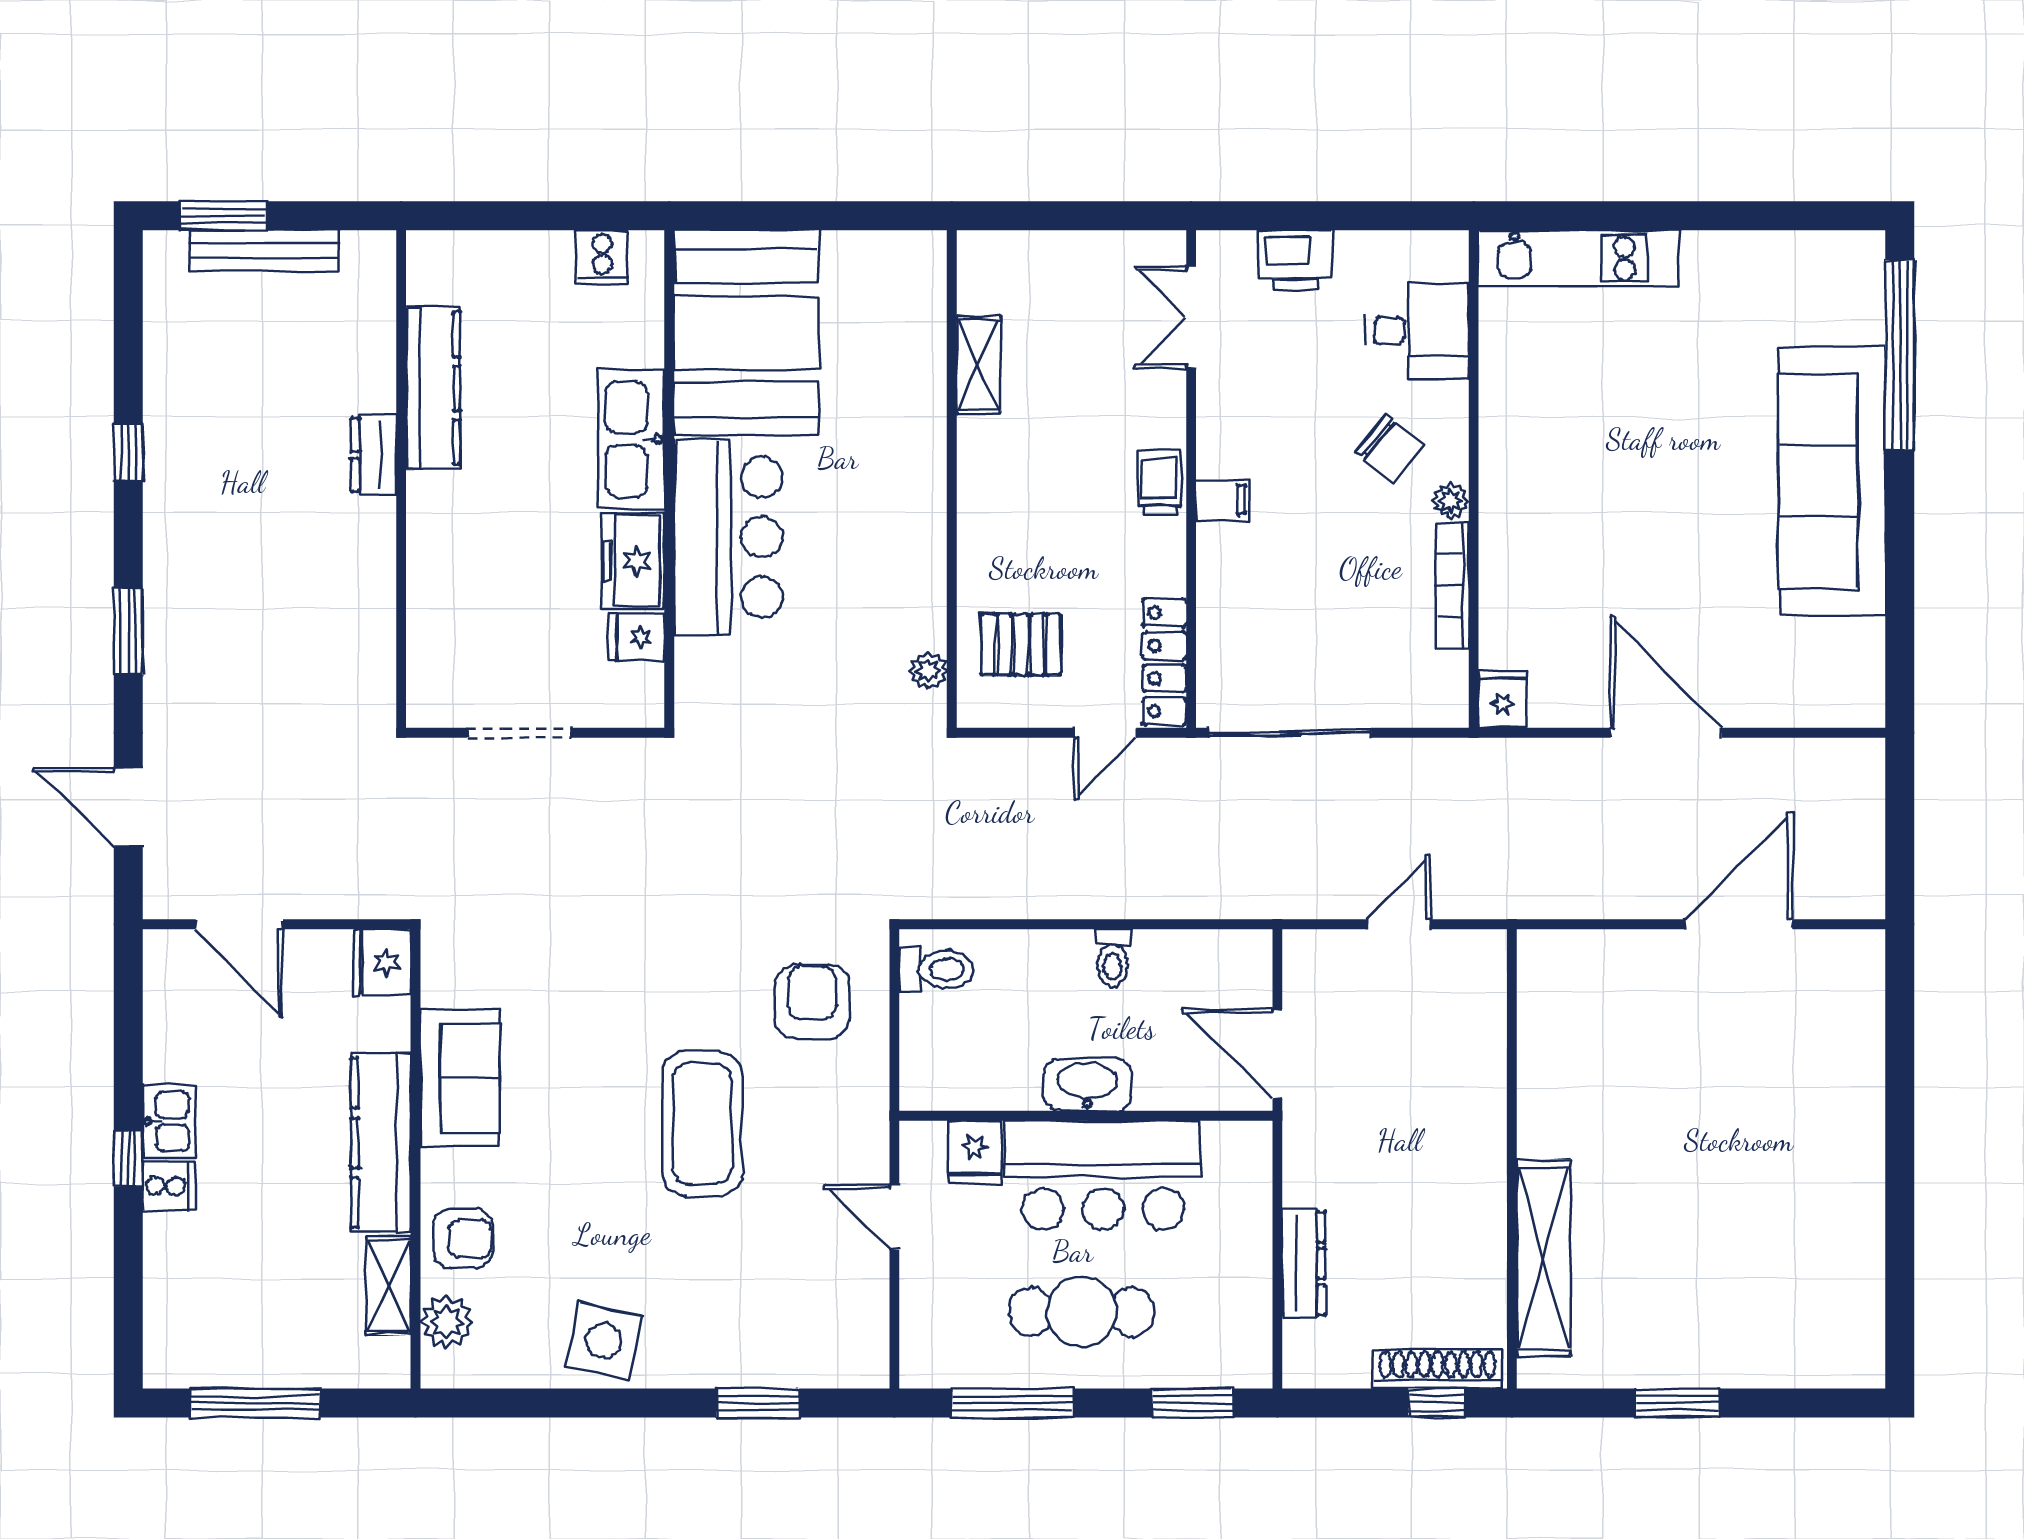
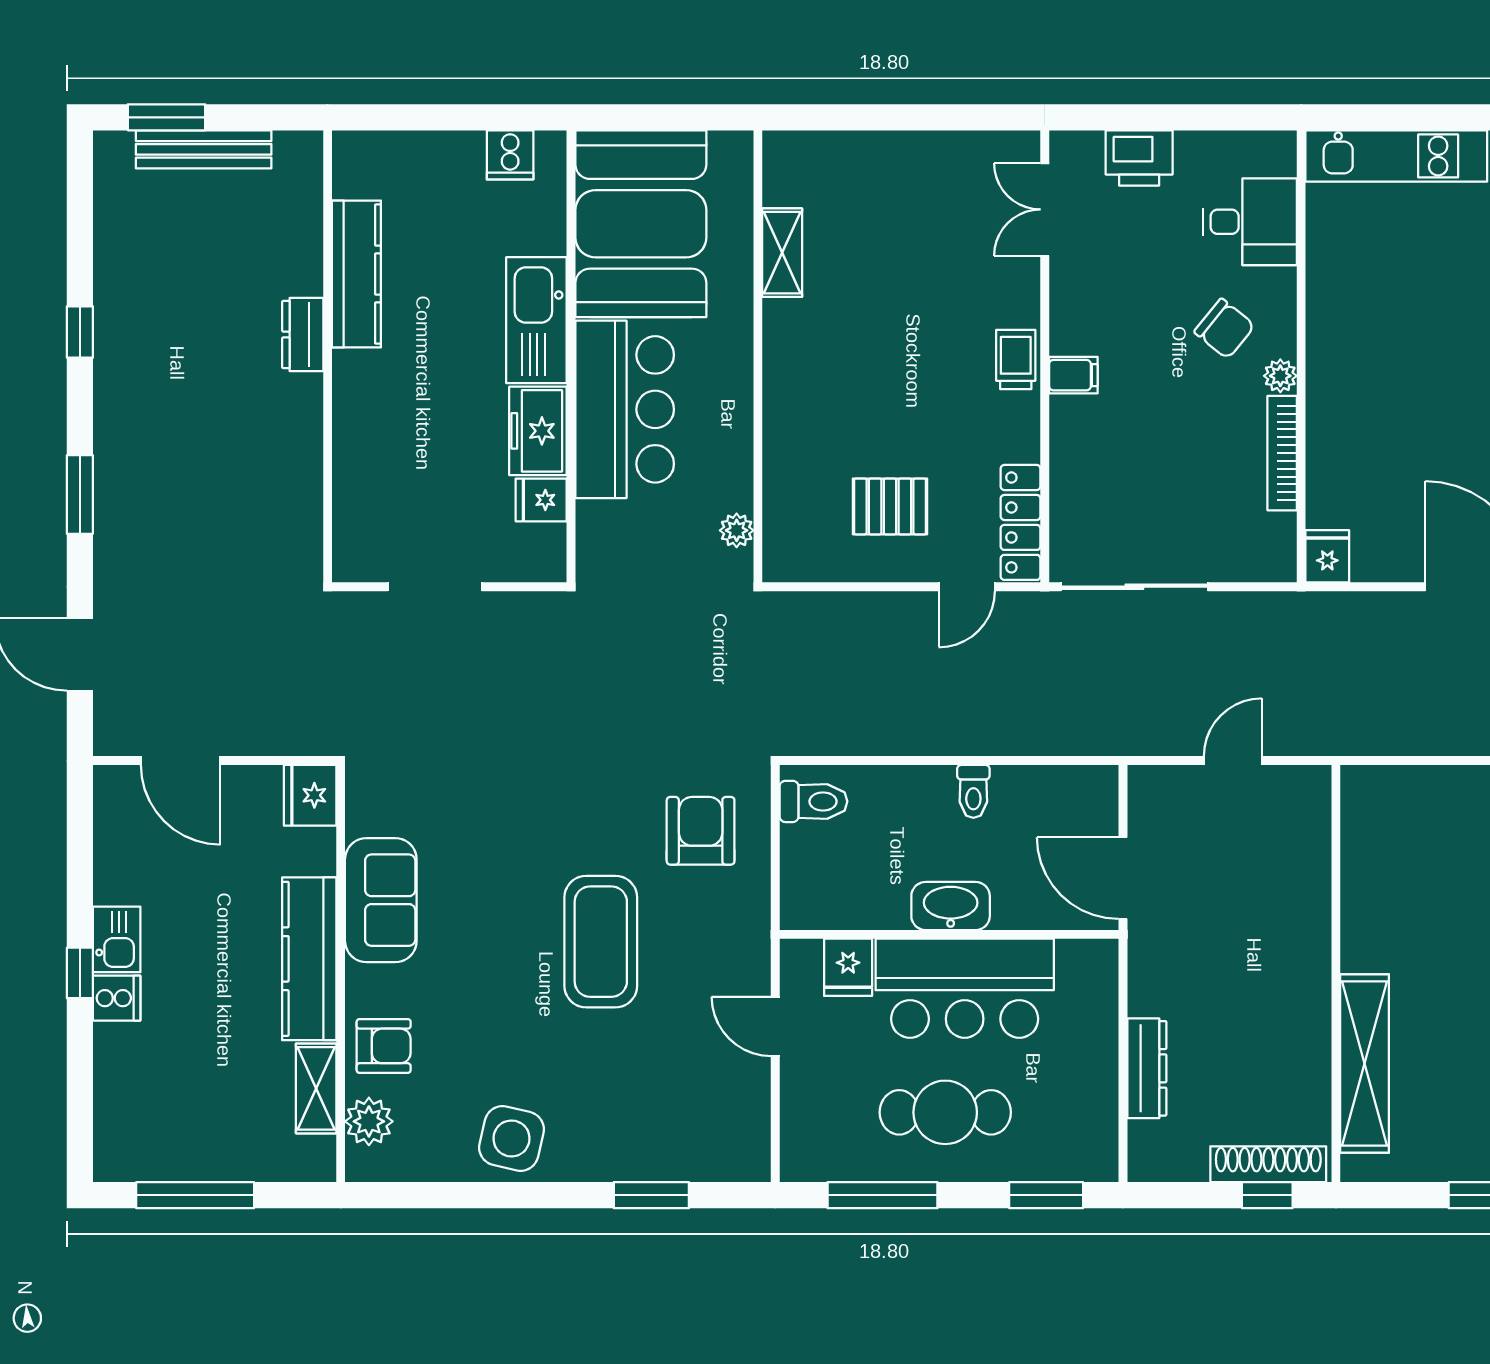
shelving: (978, 365) -> (782, 253), moved
wall: (952, 479) -> (758, 356), moved
plant: (928, 671) -> (737, 530), moved

